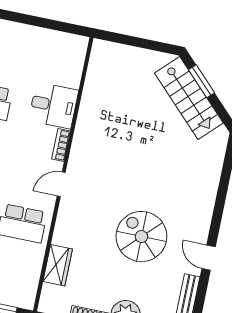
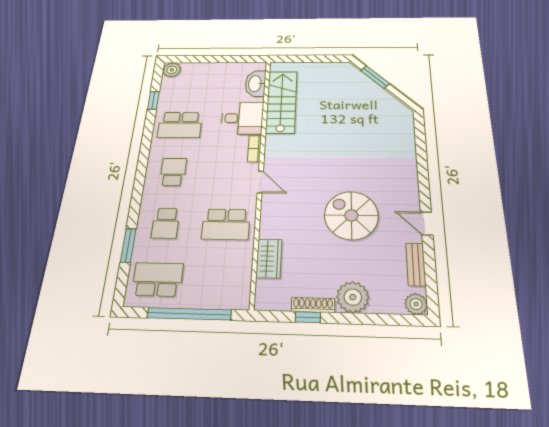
washbasin: (73, 64) -> (255, 84), added
stairs: (189, 98) -> (282, 102), moved, turned -135
door: (61, 184) -> (260, 182), swing flipped

